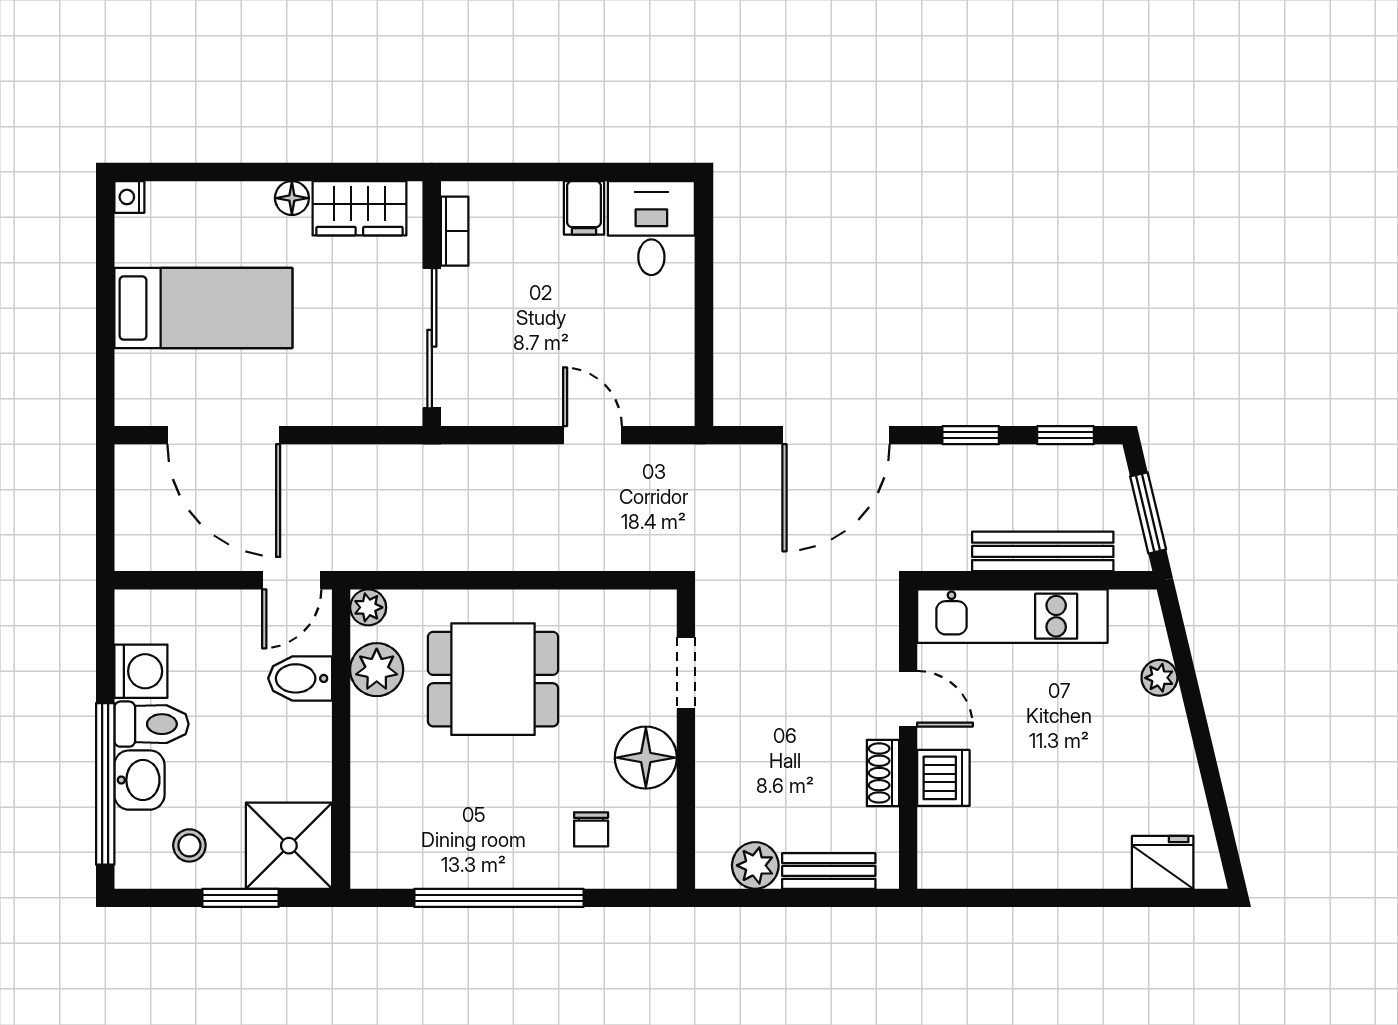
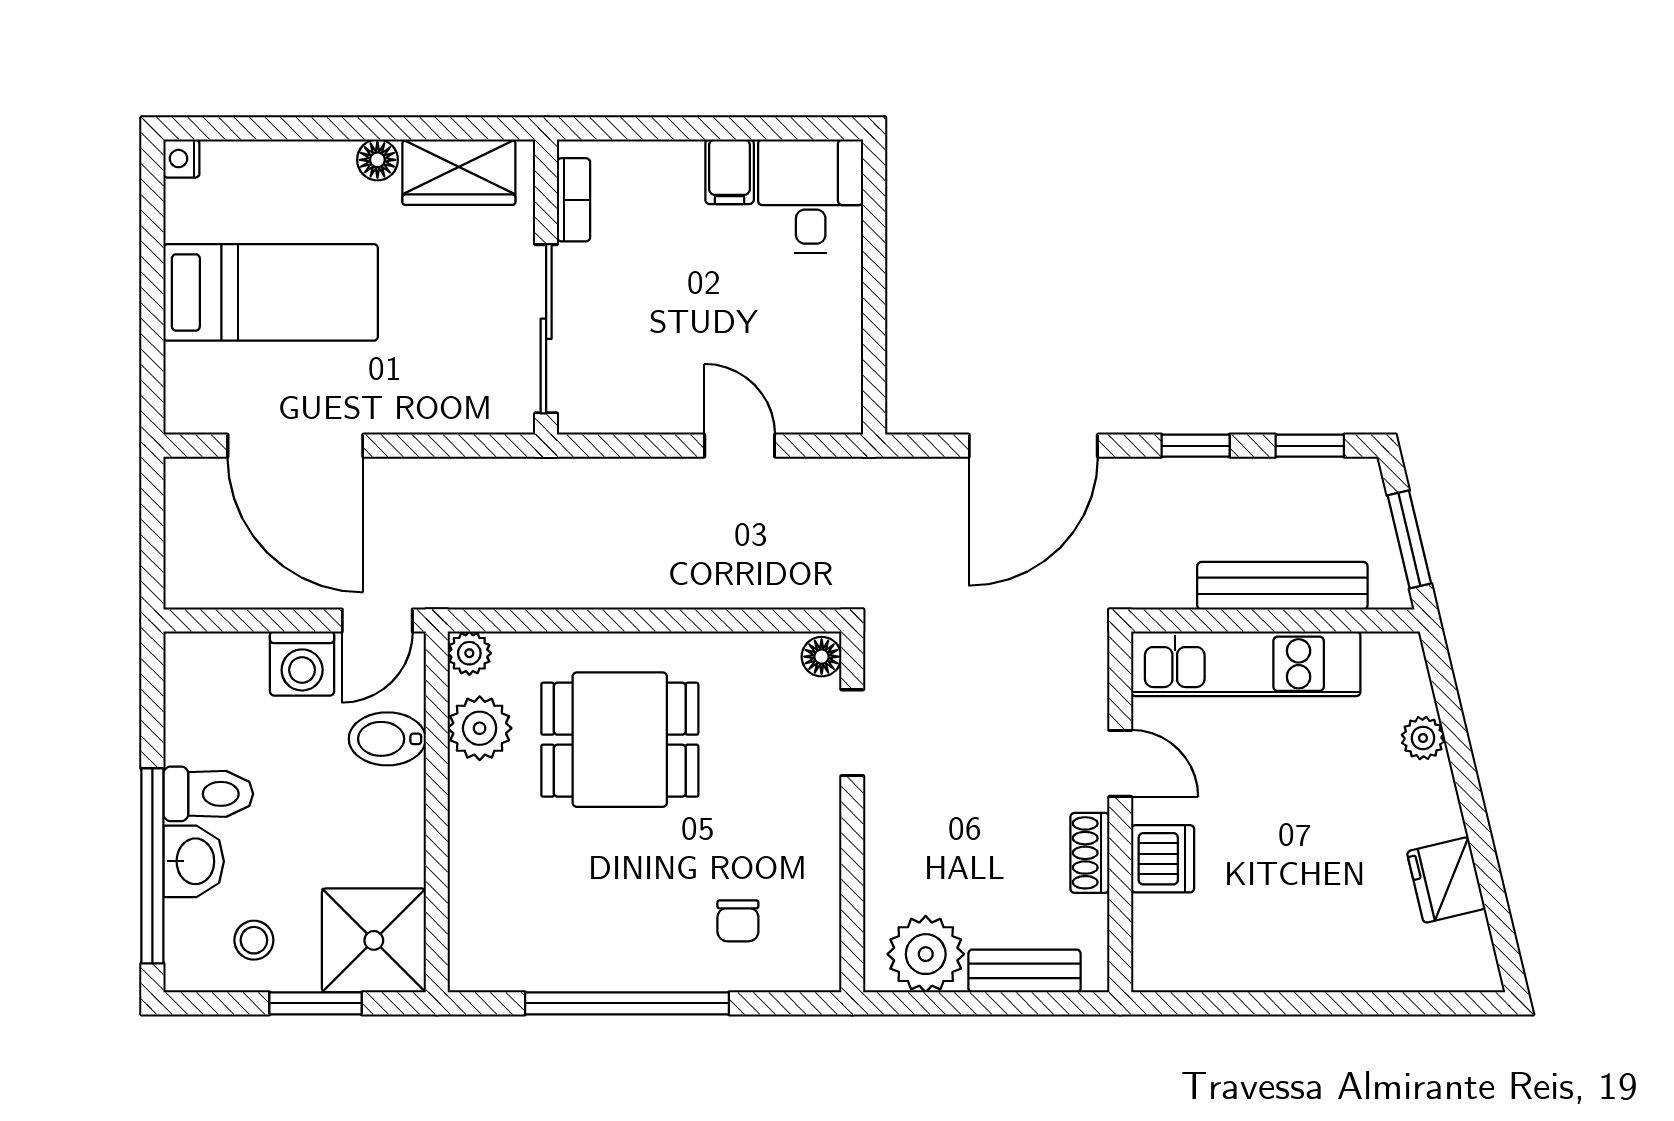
washing machine: (141, 671) -> (302, 664), moved, turned 90
floor lamp: (646, 758) -> (822, 657), moved, width x0.53, depth x0.53
fridge: (1163, 862) -> (1446, 880), moved, turned -103
plant: (755, 865) -> (926, 954), width x1.36, depth x1.36

